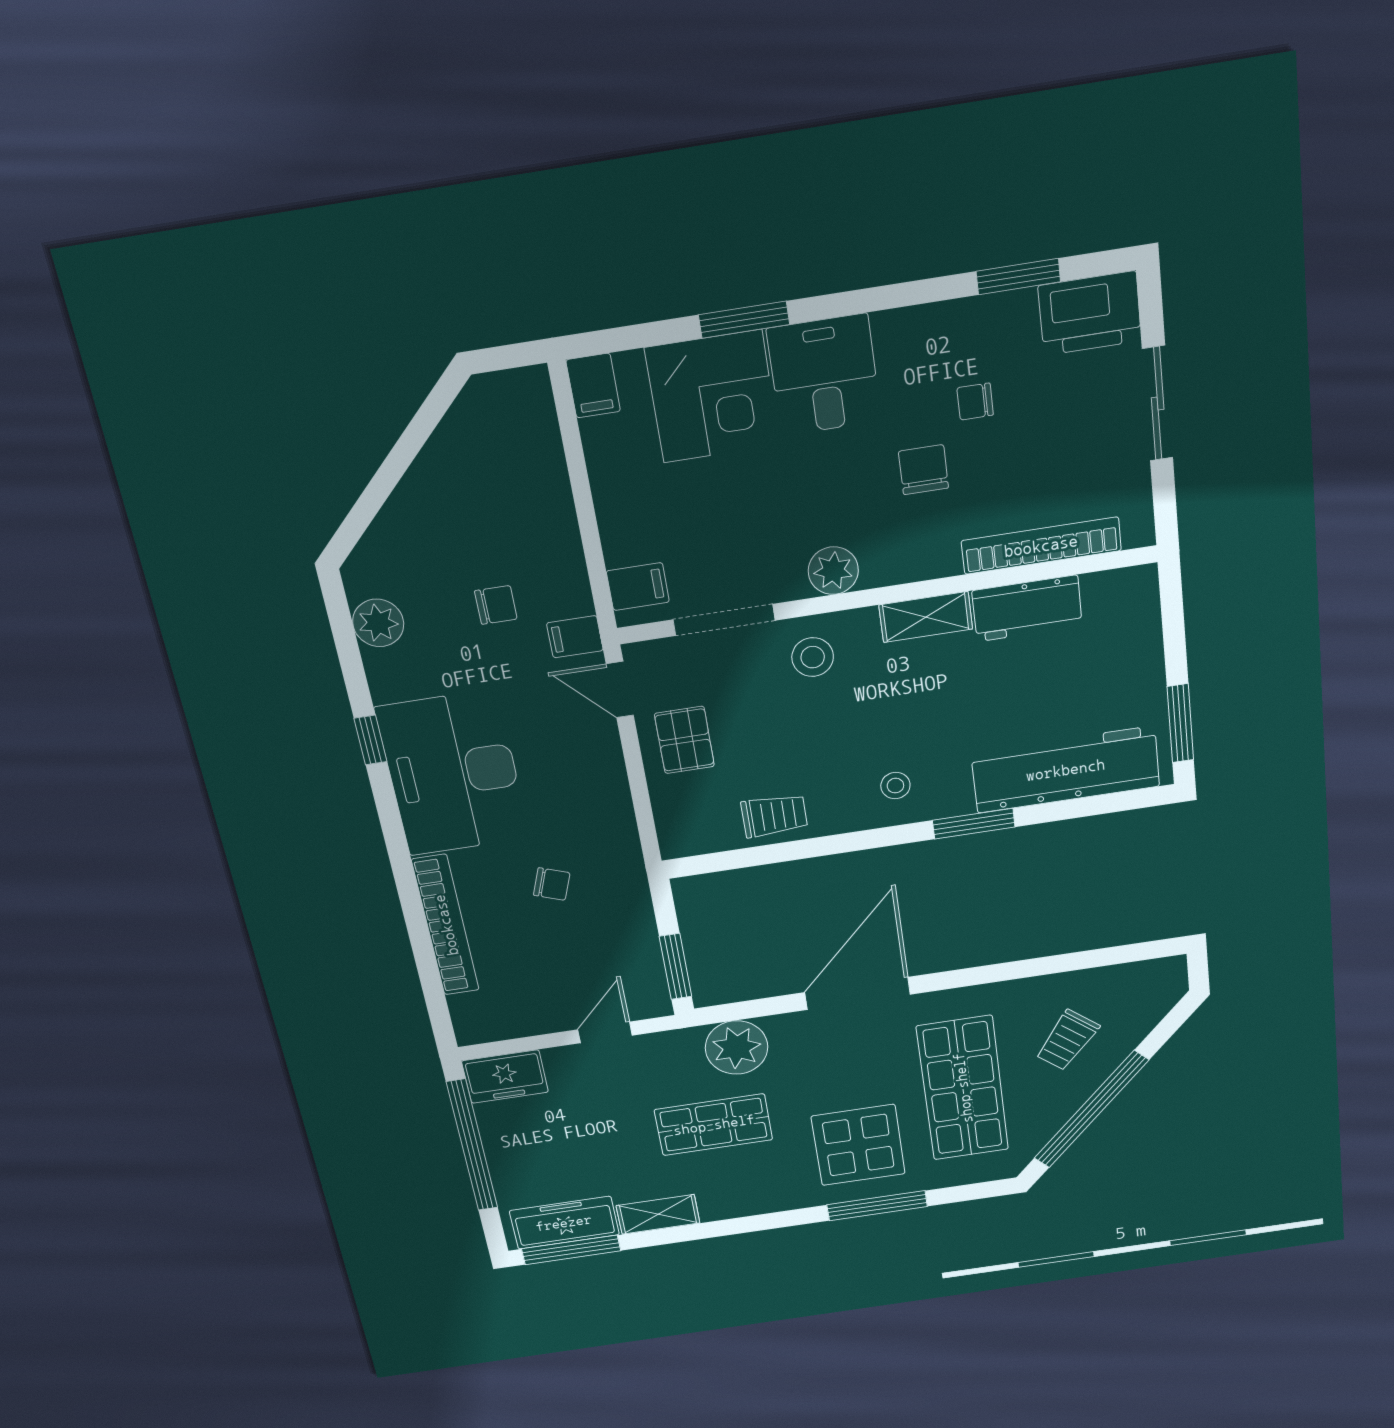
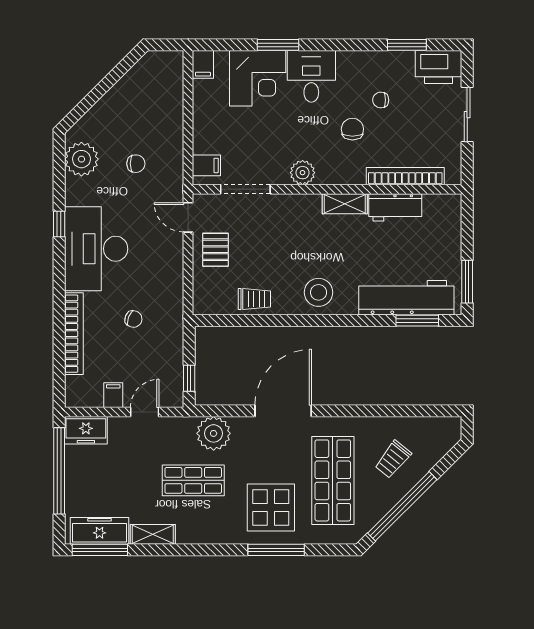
plant: (378, 623) -> (81, 159), width x1.36, depth x1.36
filing cabinet: (575, 637) -> (113, 395), moved, turned 90
stool: (813, 657) -> (286, 216), removed
stool: (895, 786) -> (319, 292), width x1.89, depth x1.89
window: (974, 824) -> (417, 321), moved
window: (676, 966) -> (189, 378), width x0.67

